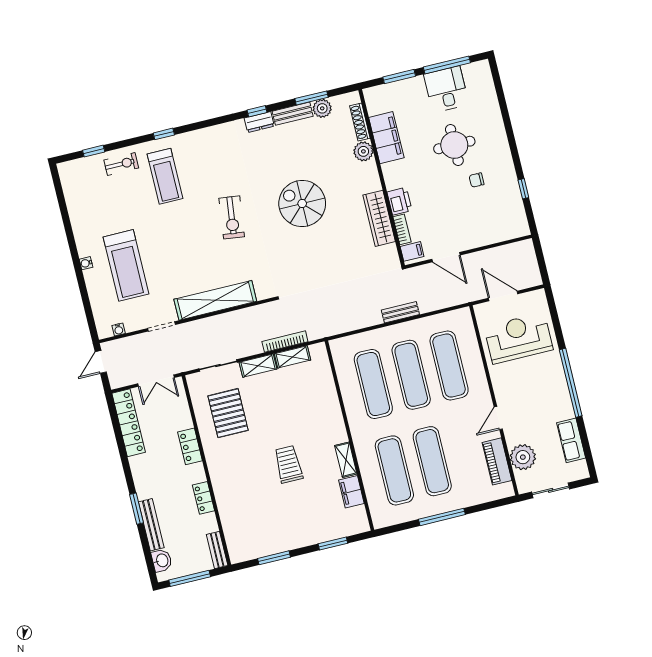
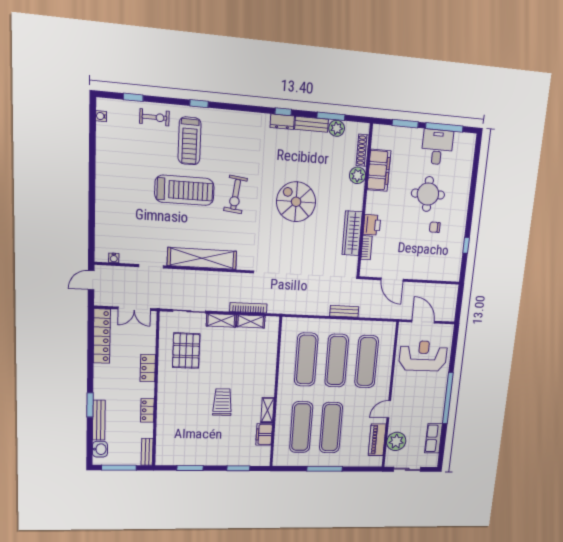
filing cabinet: (412, 251) -> (368, 267), removed
water cooler: (86, 263) -> (101, 116), moved
treadmill: (126, 265) -> (184, 190), moved, turned -90

